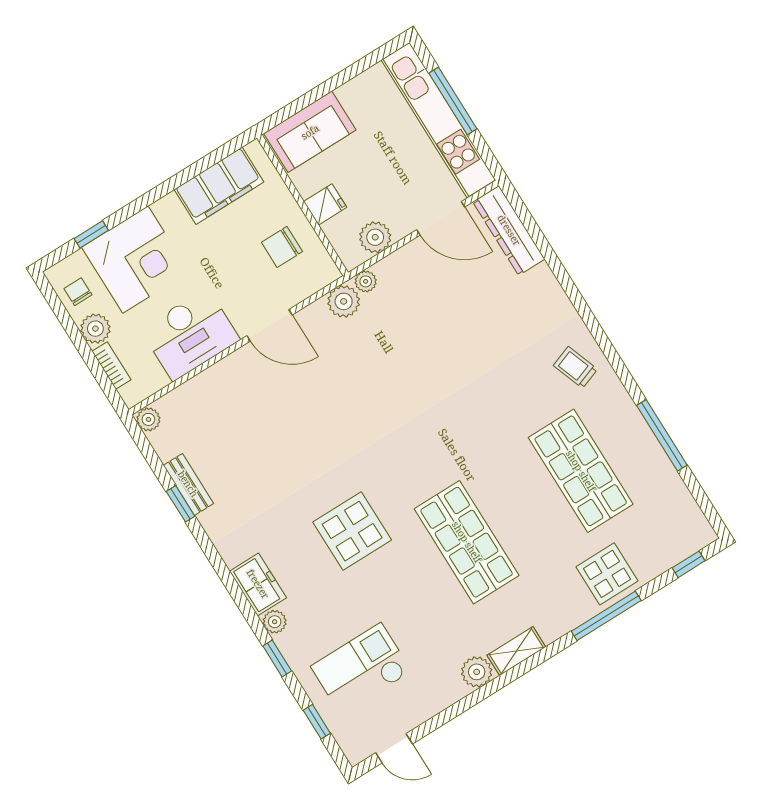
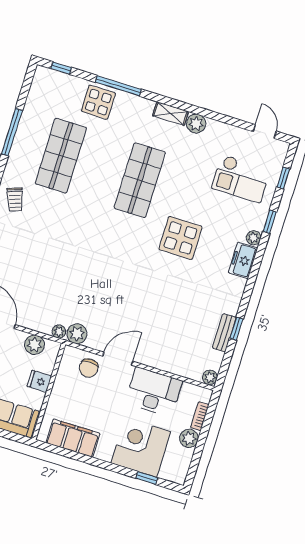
chair: (282, 247) -> (89, 368), moved, turned 90
chair: (78, 292) -> (179, 461), removed
door: (269, 325) -> (118, 359), hinge flipped

